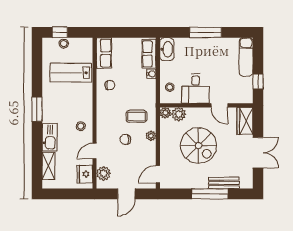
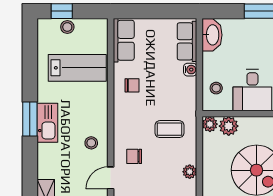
lab bench: (71, 73) -> (77, 68), turned 180
plant: (151, 136) -> (190, 172), moved
kitchen sink: (50, 137) -> (47, 123), moved
chair: (125, 140) -> (134, 156), moved

